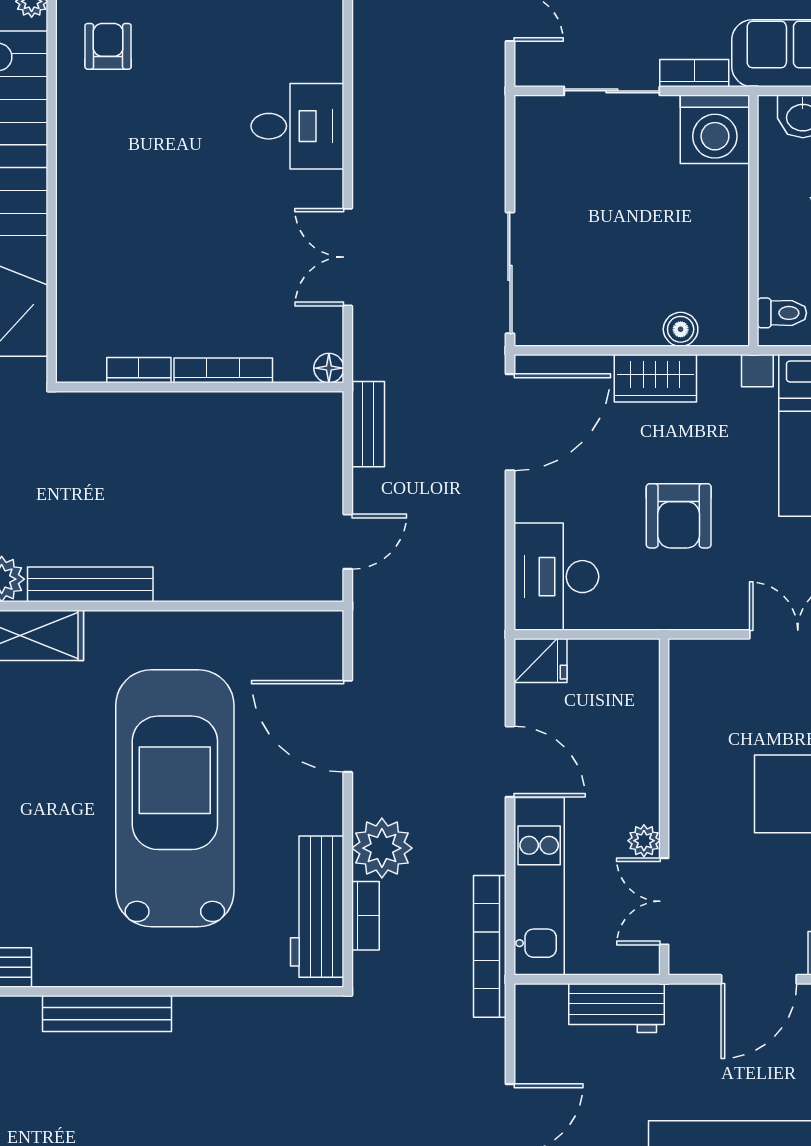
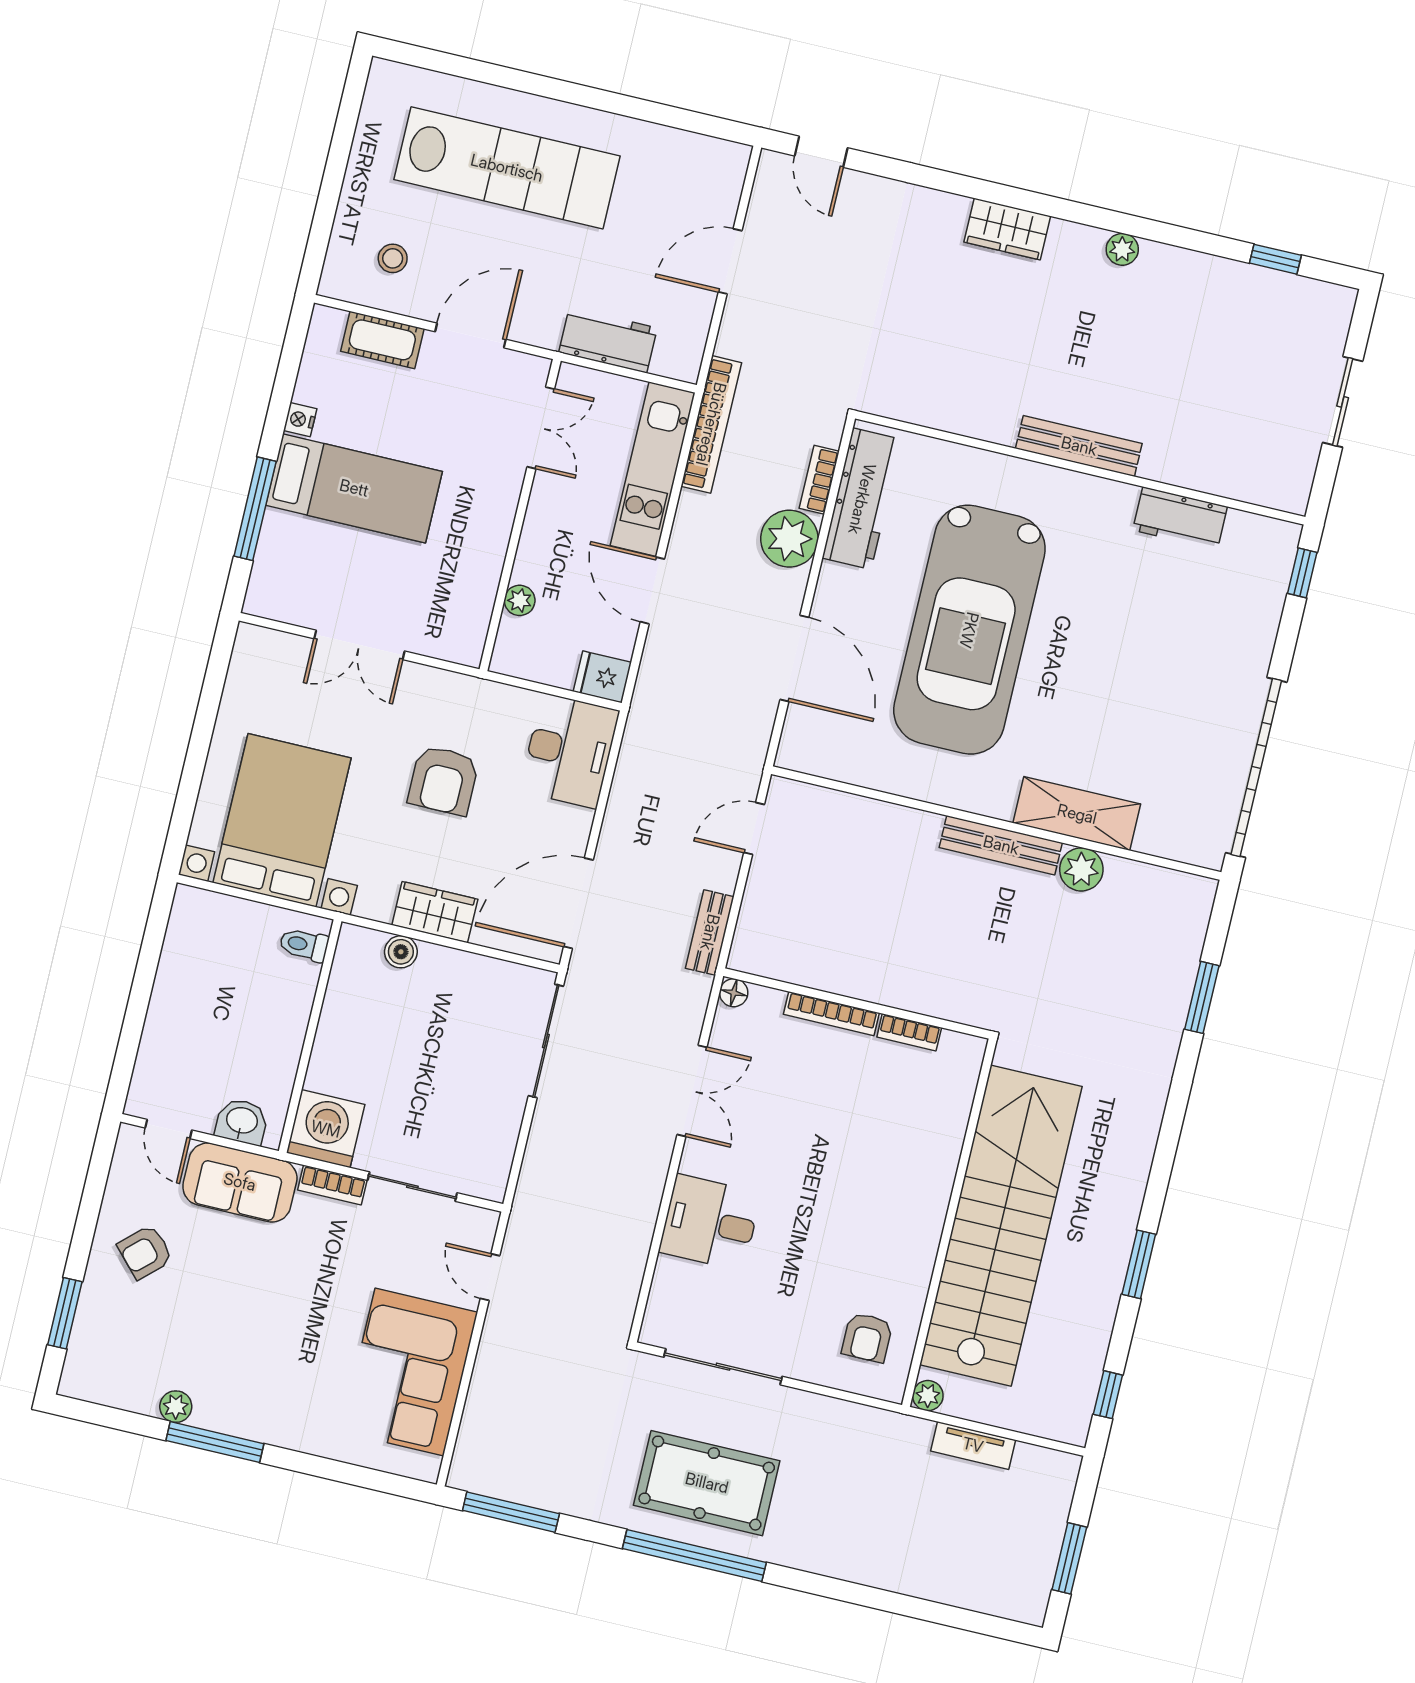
armchair: (679, 516) -> (443, 780), turned 180
plant: (644, 841) -> (520, 600), moved

